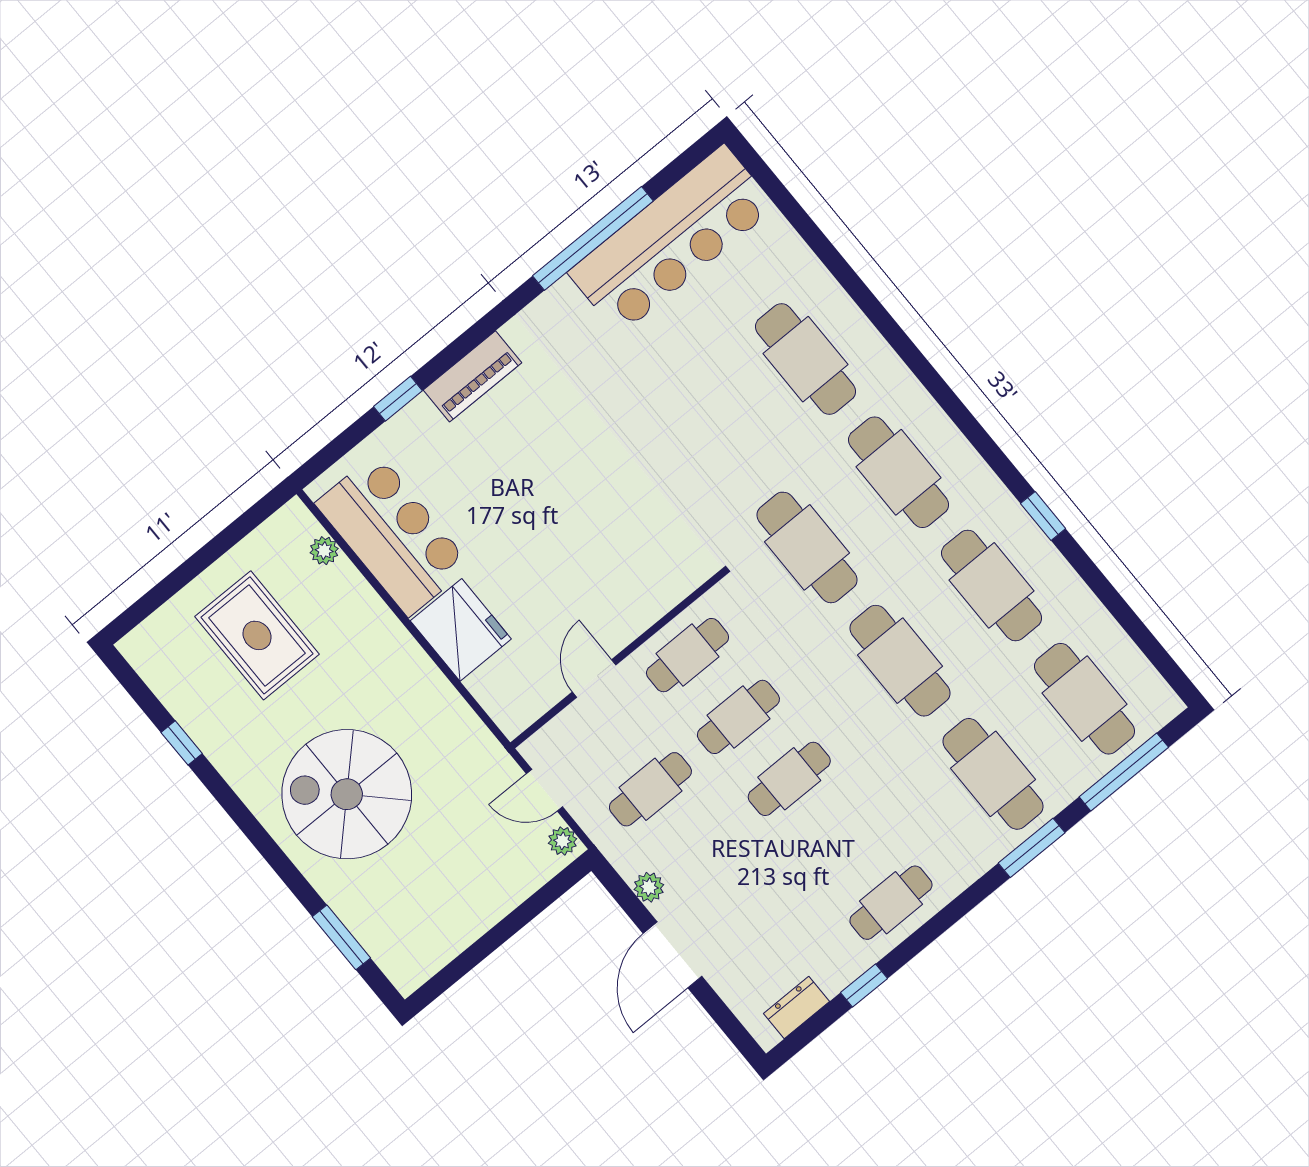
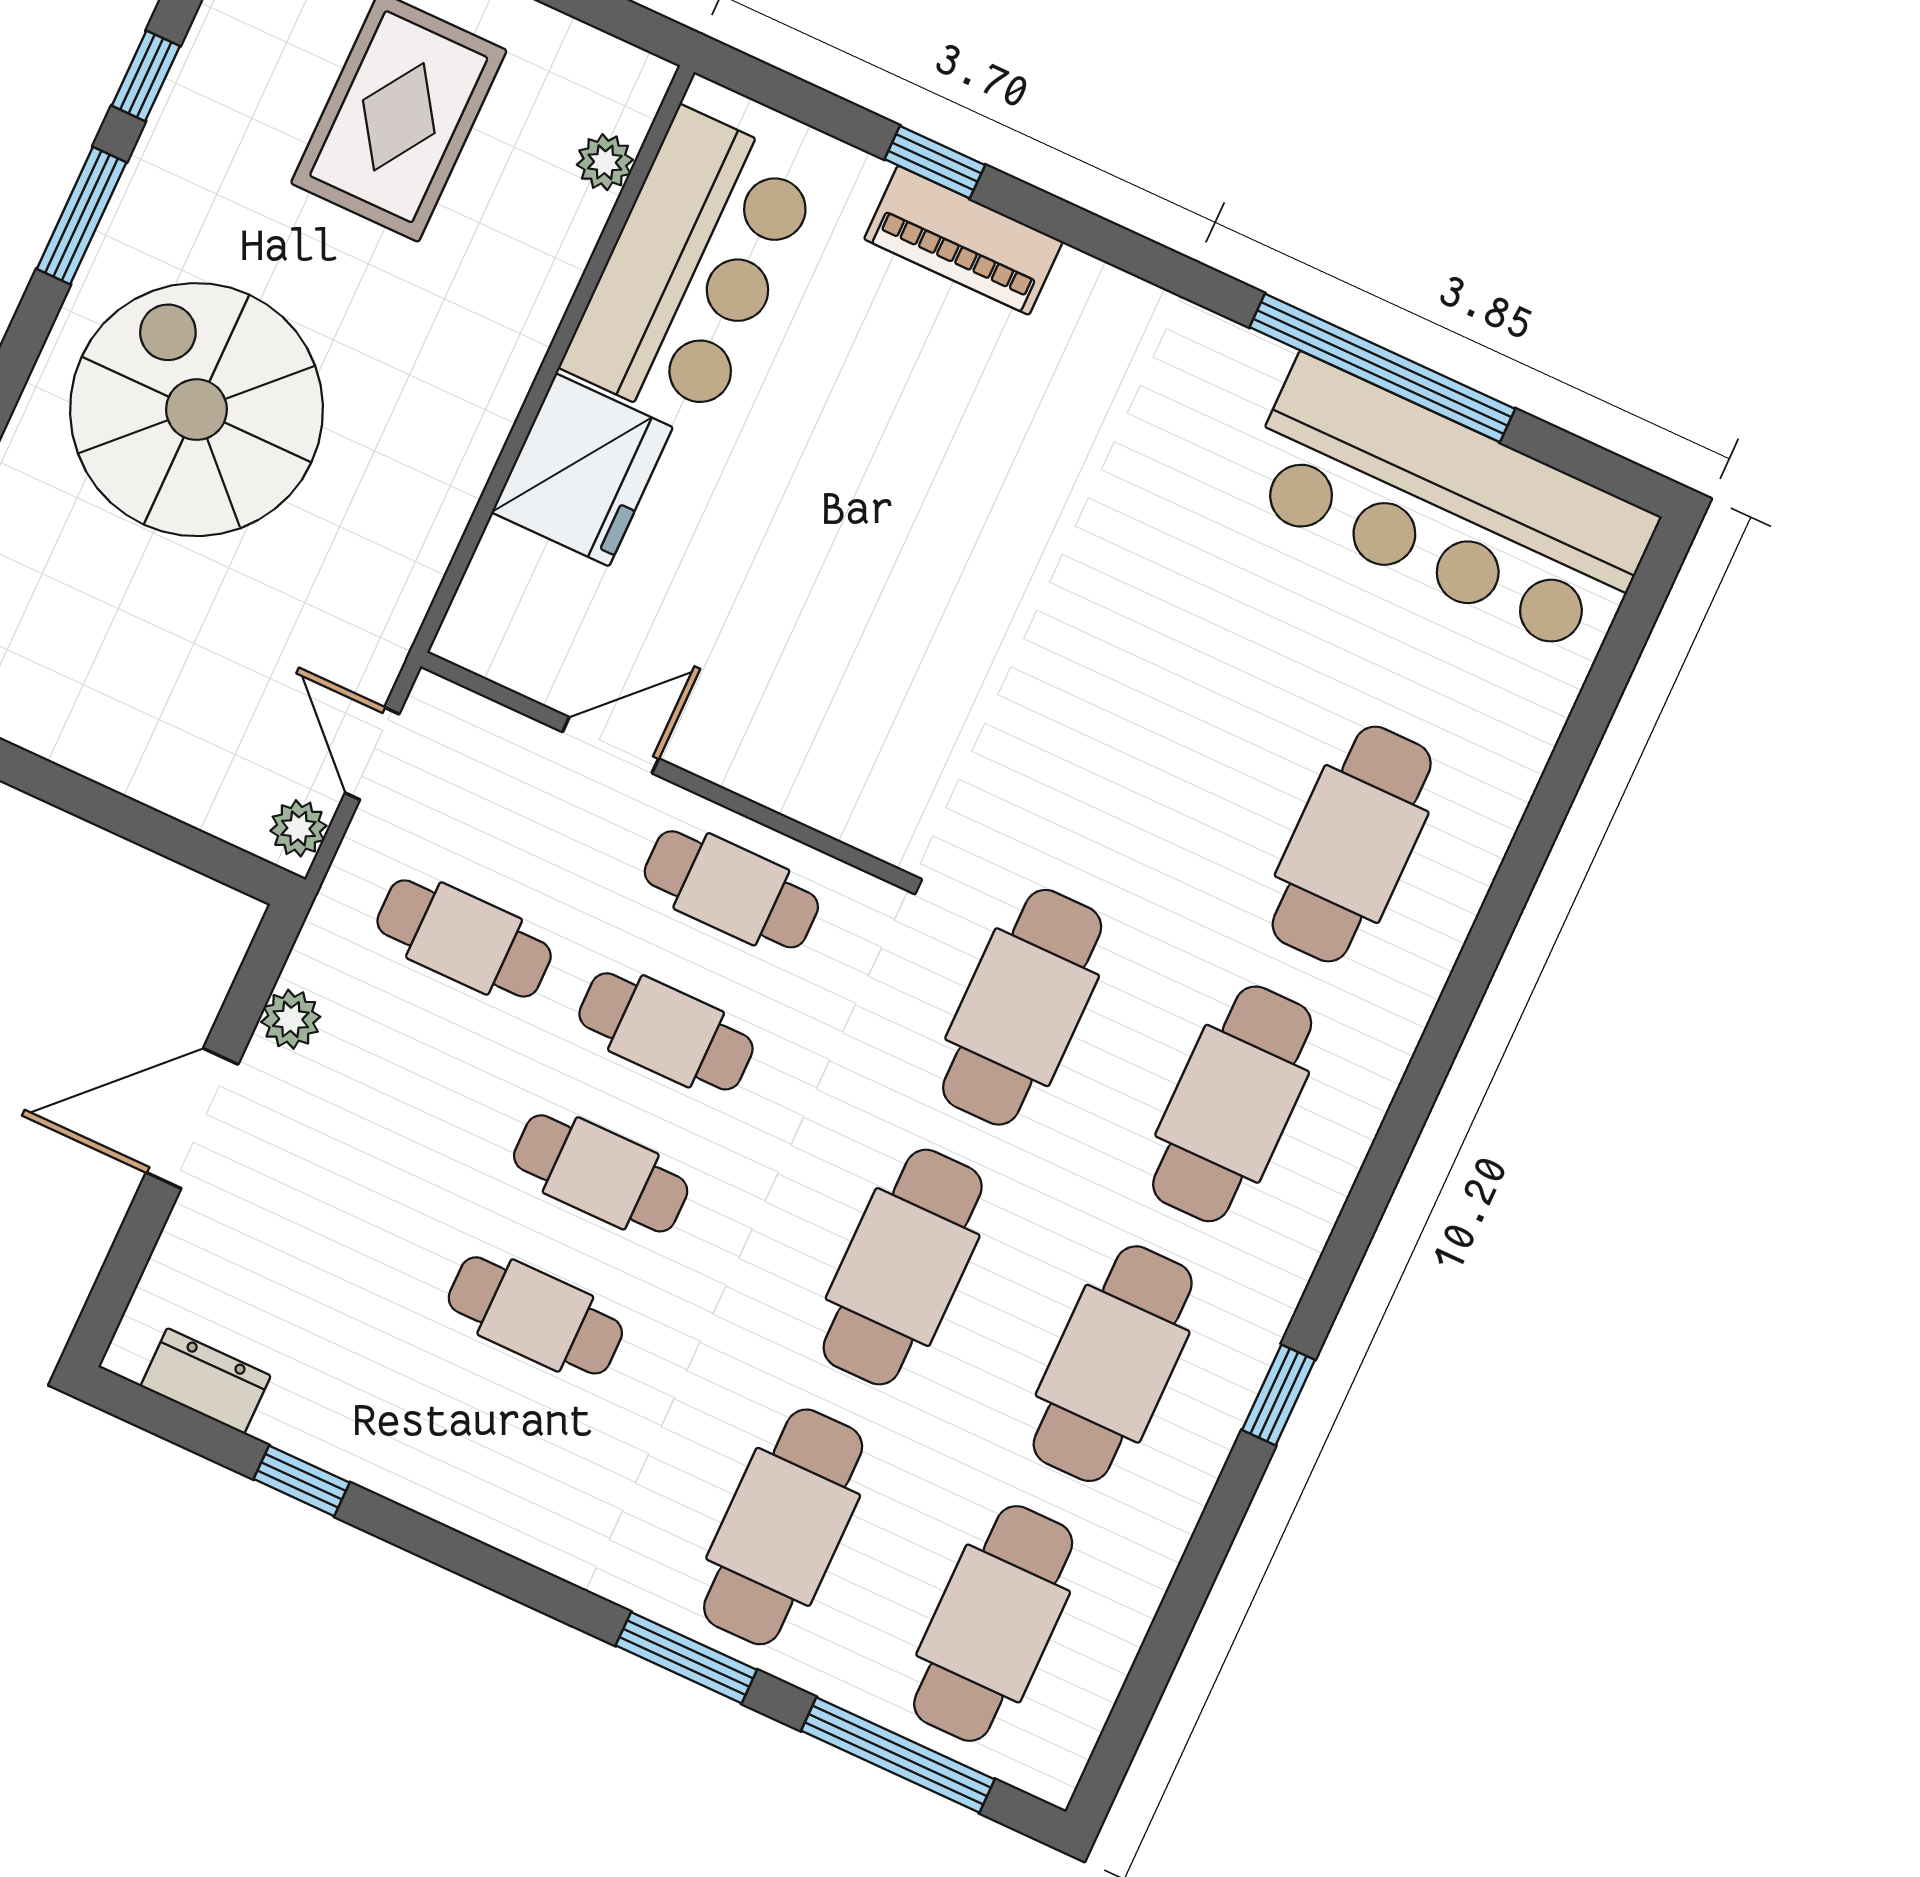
piano: (473, 376) -> (963, 240), moved
window: (232, 804) -> (82, 216), added
cafe table: (891, 903) -> (535, 1315), moved

